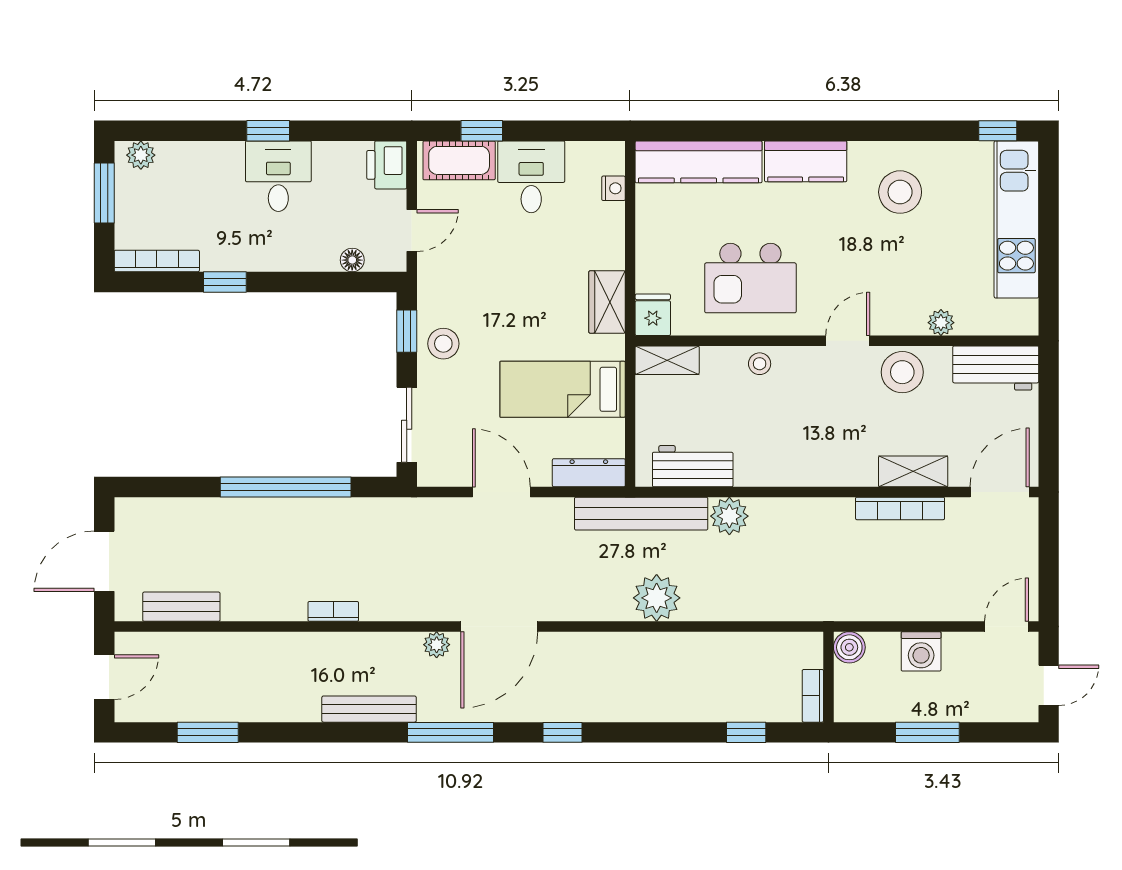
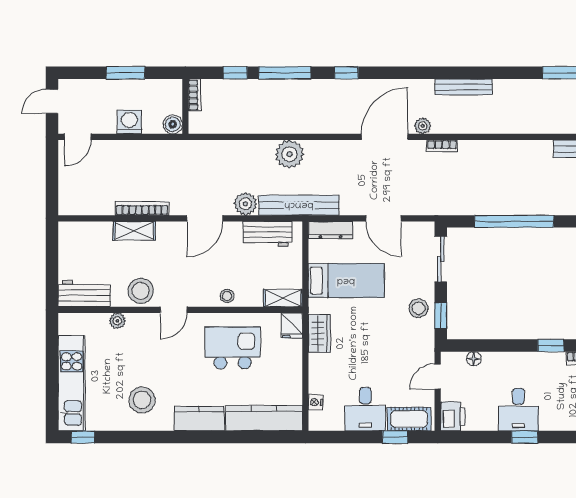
door: (1000, 492) -> (205, 218), moved
bookcase: (333, 611) -> (442, 146), moved
window: (450, 732) -> (285, 73), moved

